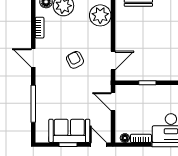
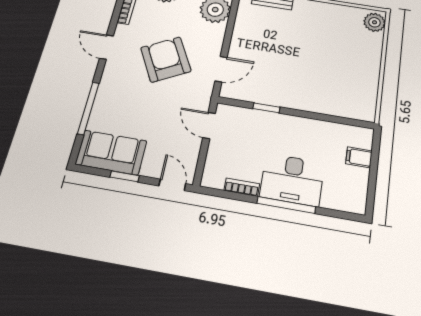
armchair: (75, 60) -> (166, 59), width x1.88, depth x1.88
sofa: (69, 131) -> (111, 152), moved
floor lamp: (125, 138) -> (216, 182), removed

